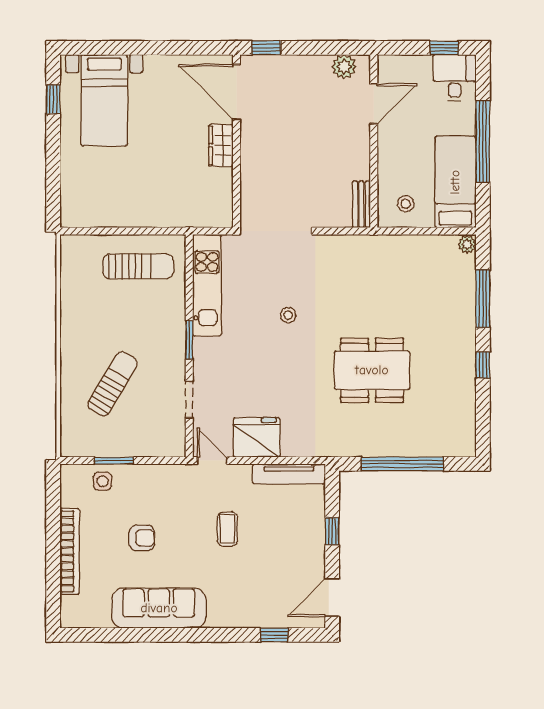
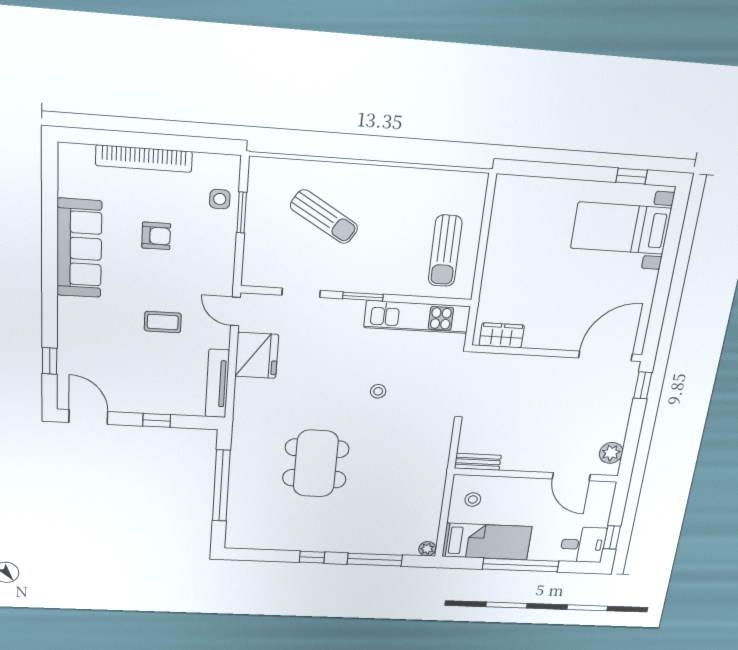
wardrobe: (221, 145) -> (502, 335), moved
door: (212, 461) -> (235, 311), swing flipped
armchair: (142, 538) -> (156, 236), turned -90

